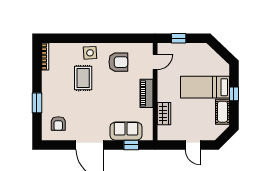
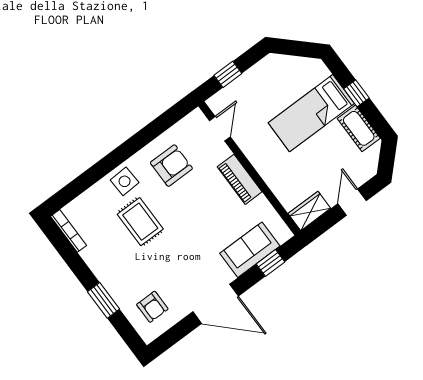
wardrobe: (164, 114) -> (309, 211), moved, turned -90
door: (193, 145) -> (352, 202), swing flipped

